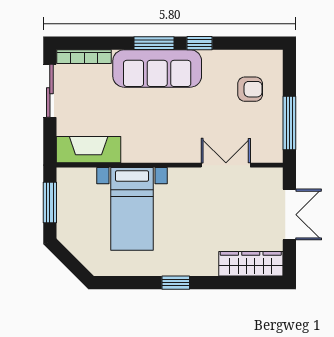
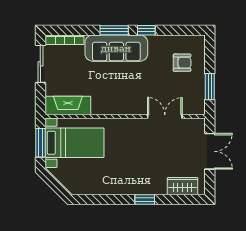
window: (289, 123) -> (210, 87), width x0.69
bed with nightstands: (132, 209) -> (74, 143), moved, turned -90
wardrobe: (251, 264) -> (183, 186), width x0.67
window: (176, 283) -> (145, 200), moved

